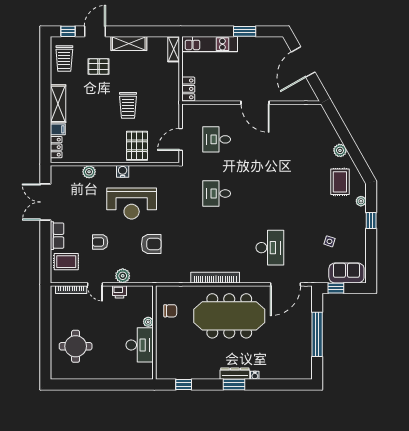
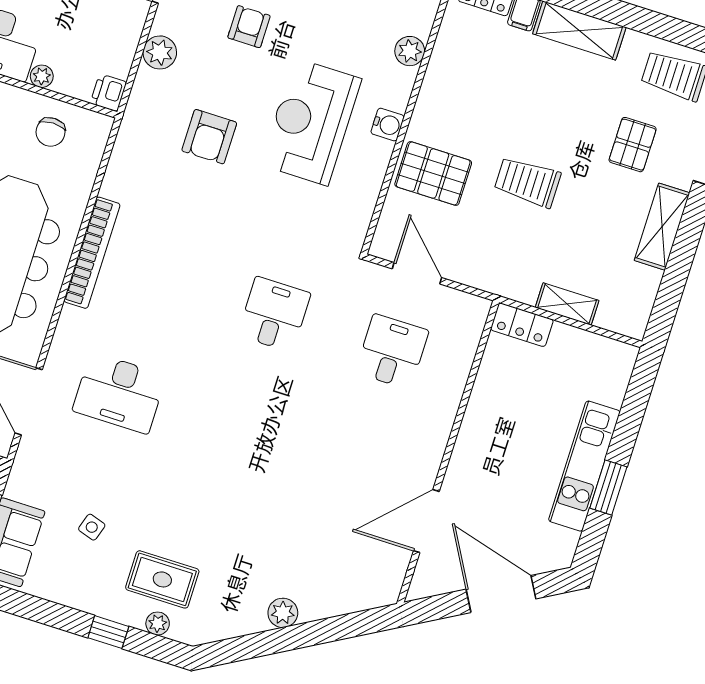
kitchen unit: (210, 44) -> (584, 466), moved
shelving: (174, 49) -> (567, 304), moved
door: (255, 103) -> (426, 521), moved
rug: (340, 182) -> (162, 579), moved
printer: (119, 292) -> (108, 93), moved

